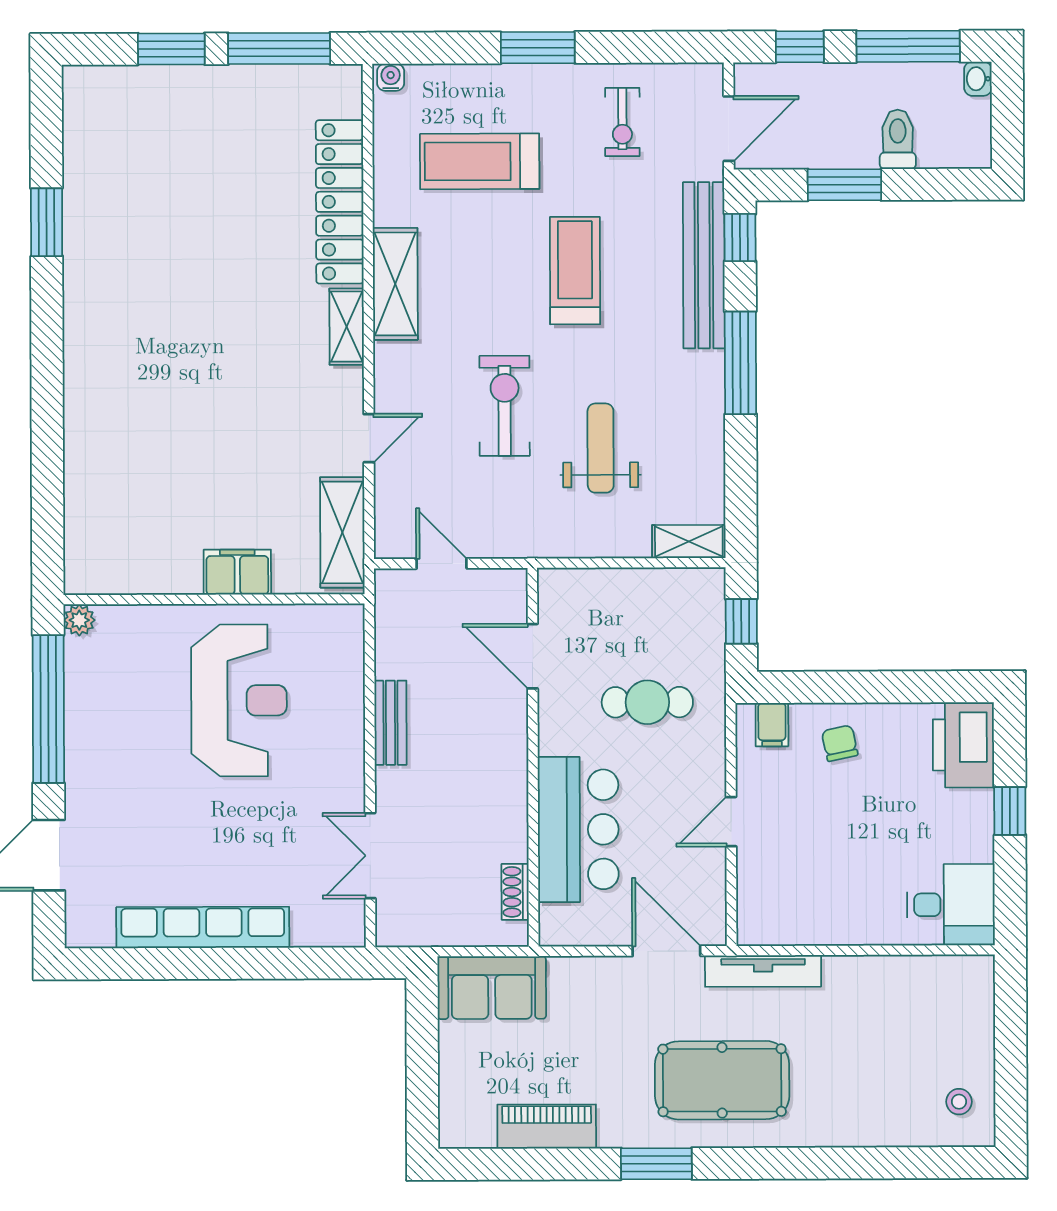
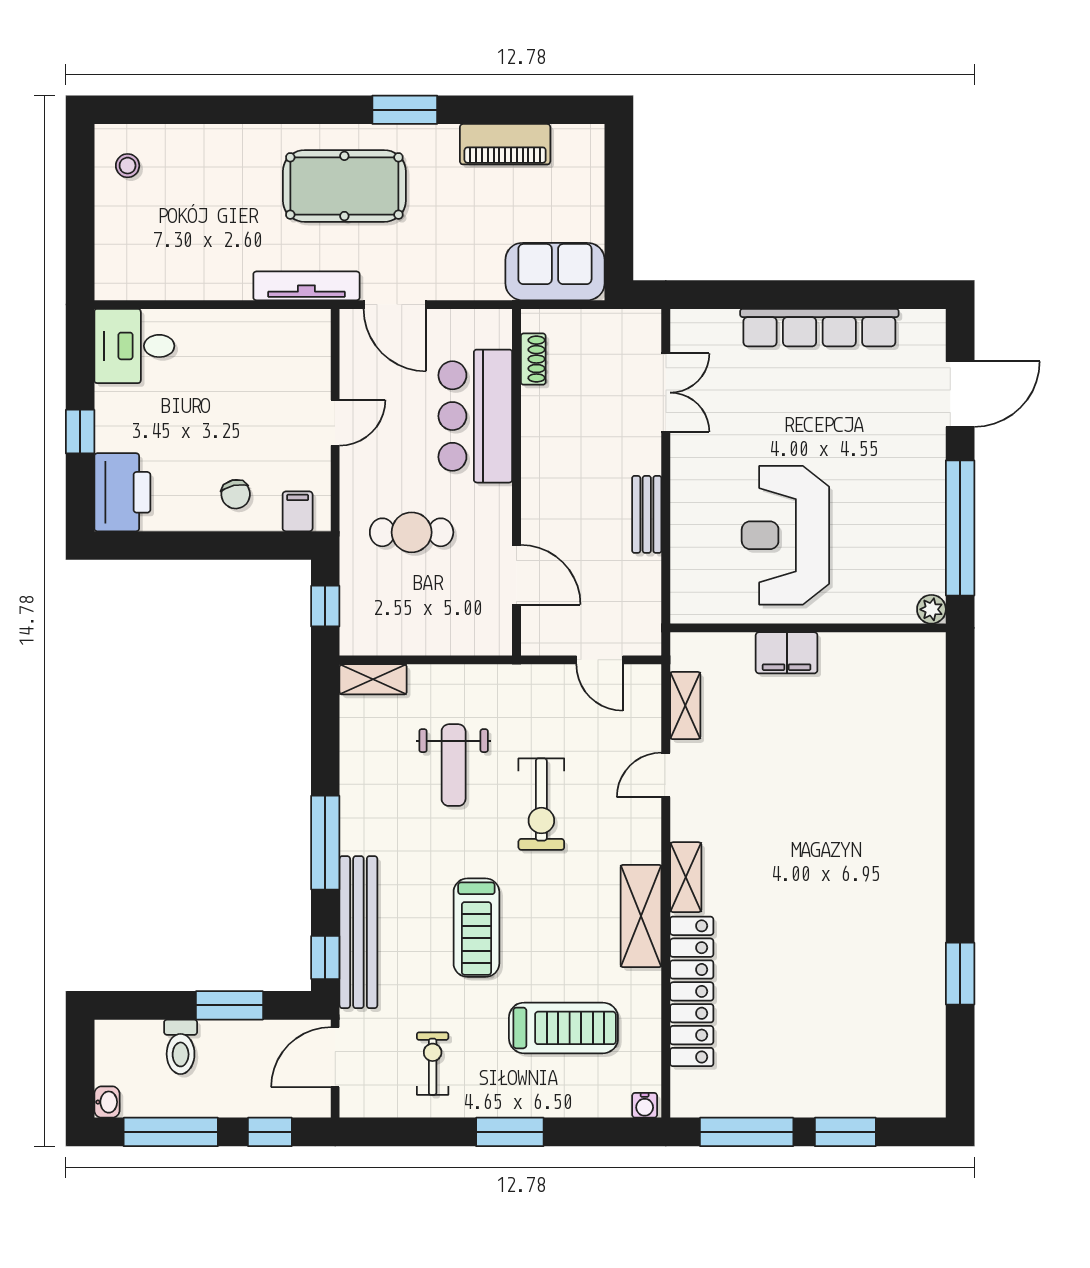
shelving: (342, 532) -> (685, 706), width x0.67, depth x0.75

